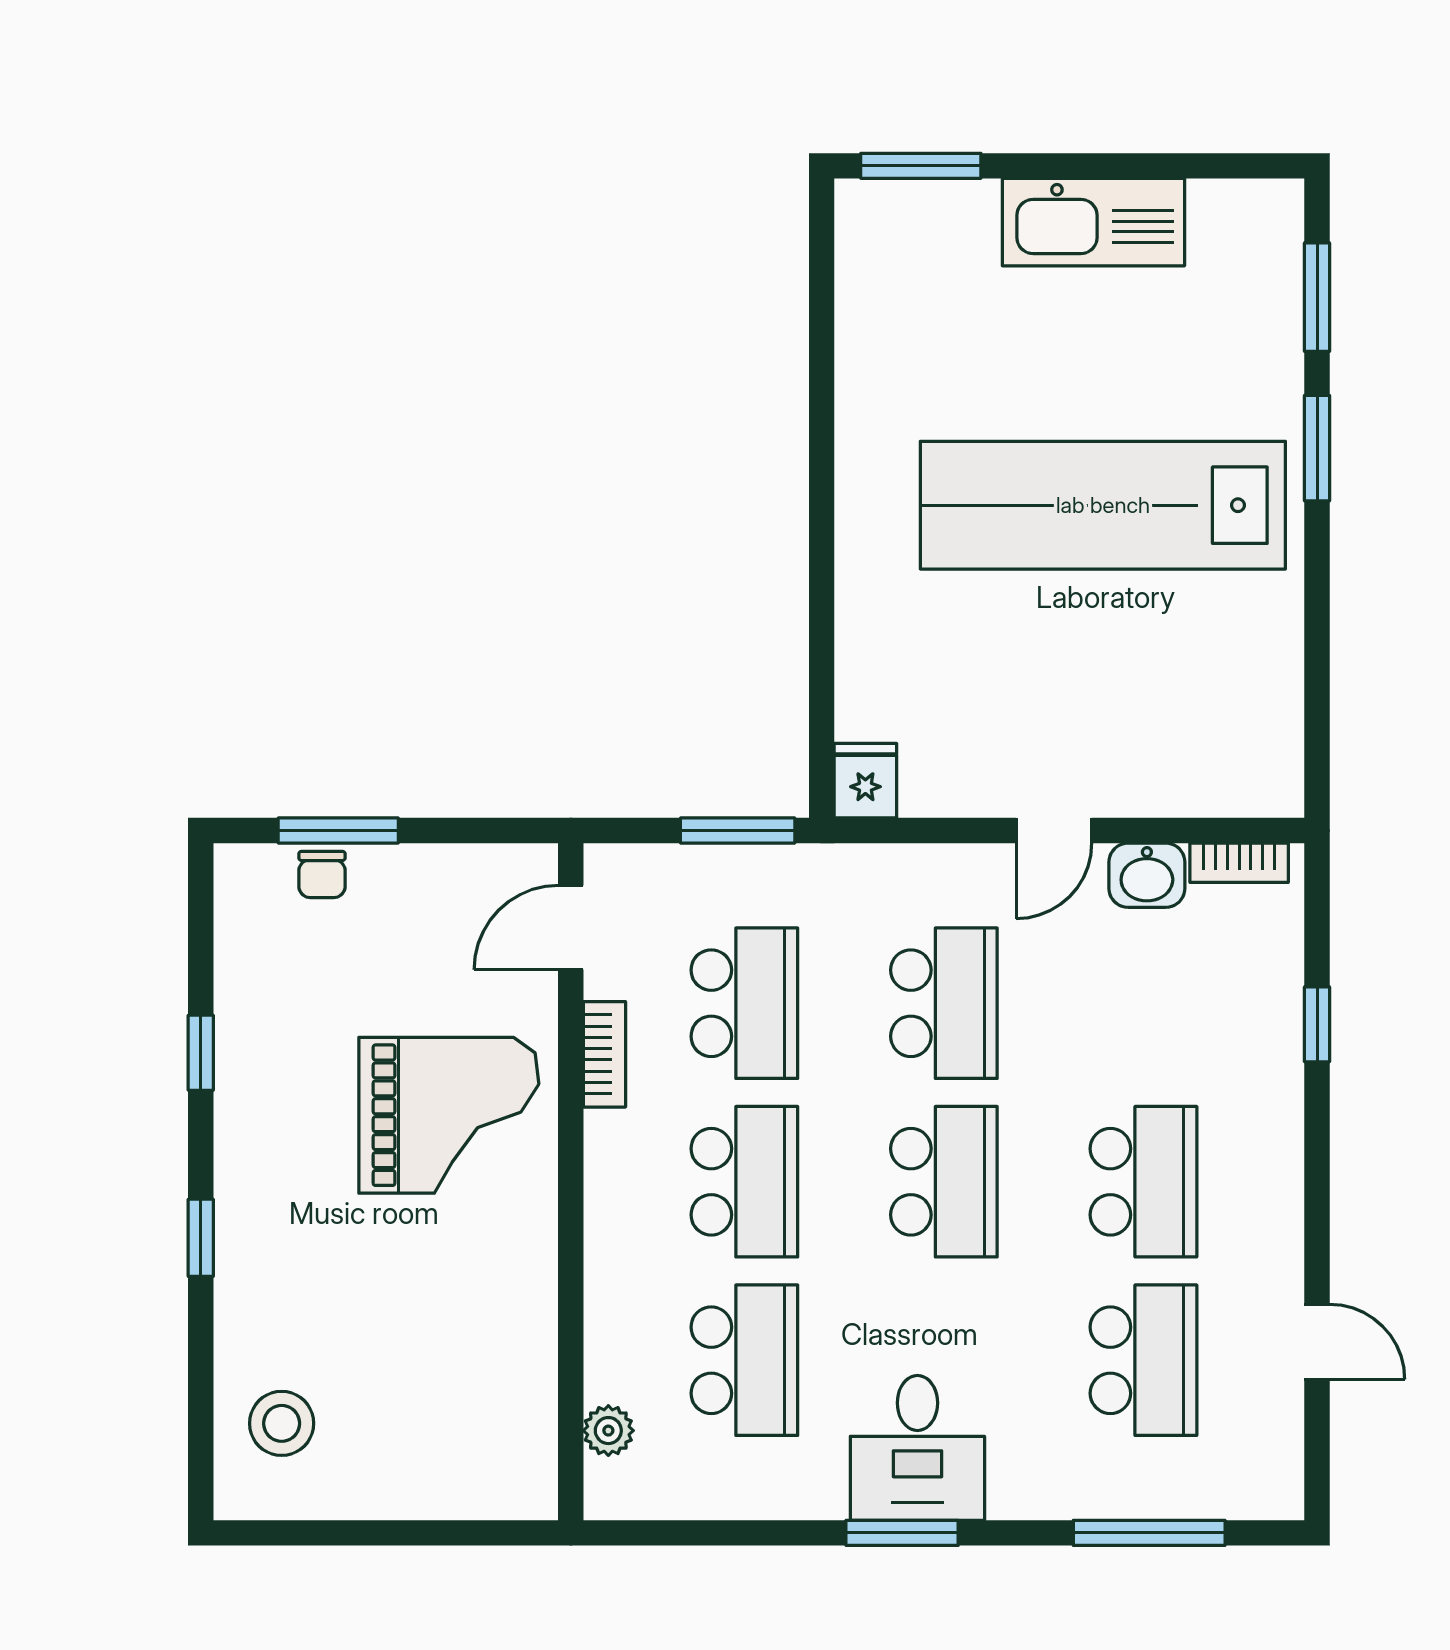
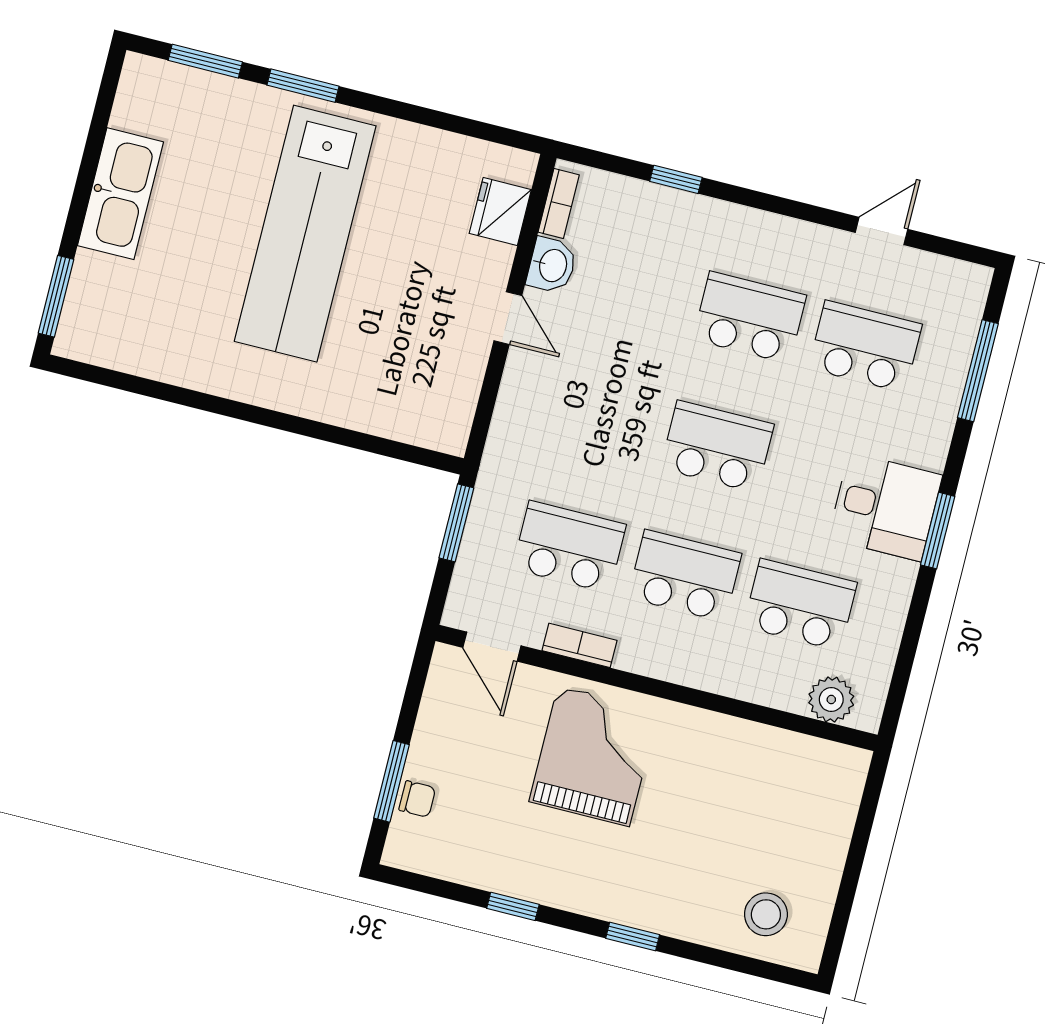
fridge: (865, 781) -> (500, 212), moved, width x1.38
school desk: (944, 1003) -> (602, 417), removed
plant: (608, 1431) -> (831, 700), width x1.38, depth x1.38

